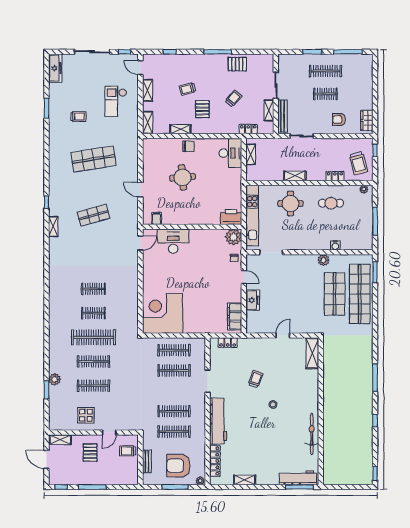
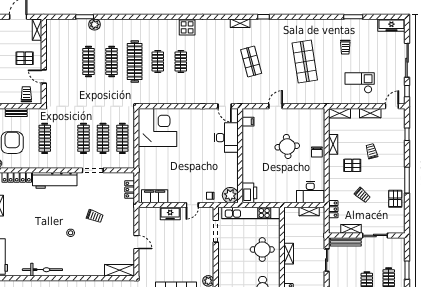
clothes rail: (174, 411) -> (84, 138), moved
display table: (86, 415) -> (187, 27), moved

